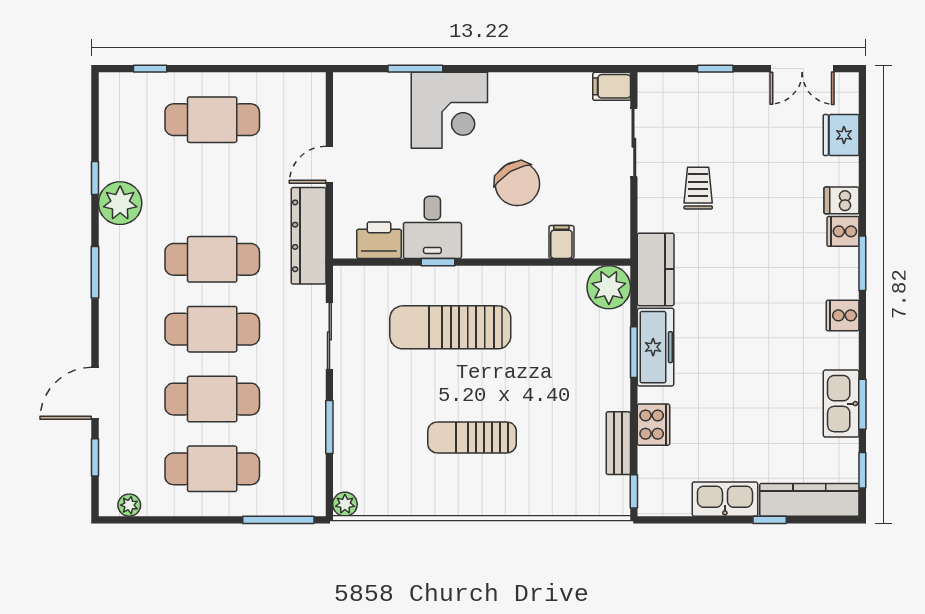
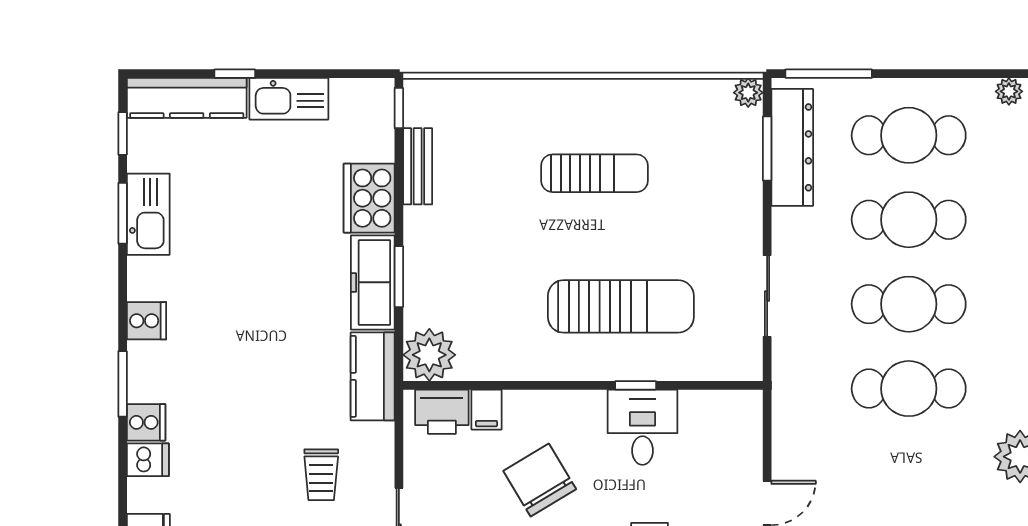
dresser: (309, 236) -> (792, 147), moved
printer: (379, 240) -> (442, 412), moved
cooker: (654, 425) -> (369, 198), width x1.37, depth x1.31
window: (329, 427) -> (767, 148), moved

